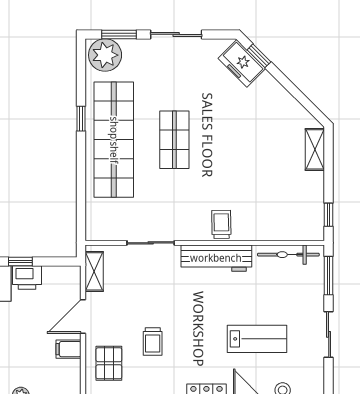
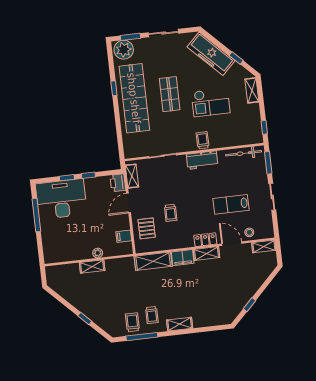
window: (259, 56) -> (236, 58), moved
freezer: (242, 63) -> (211, 54), width x1.91, depth x1.26
checkout: (242, 162) -> (211, 102), added
workbench: (216, 258) -> (202, 160), width x0.73
printer: (27, 277) -> (118, 183), moved, turned 90
lab bench: (257, 339) -> (231, 204), turned 180
filing cabinet: (68, 349) -> (124, 236), moved

